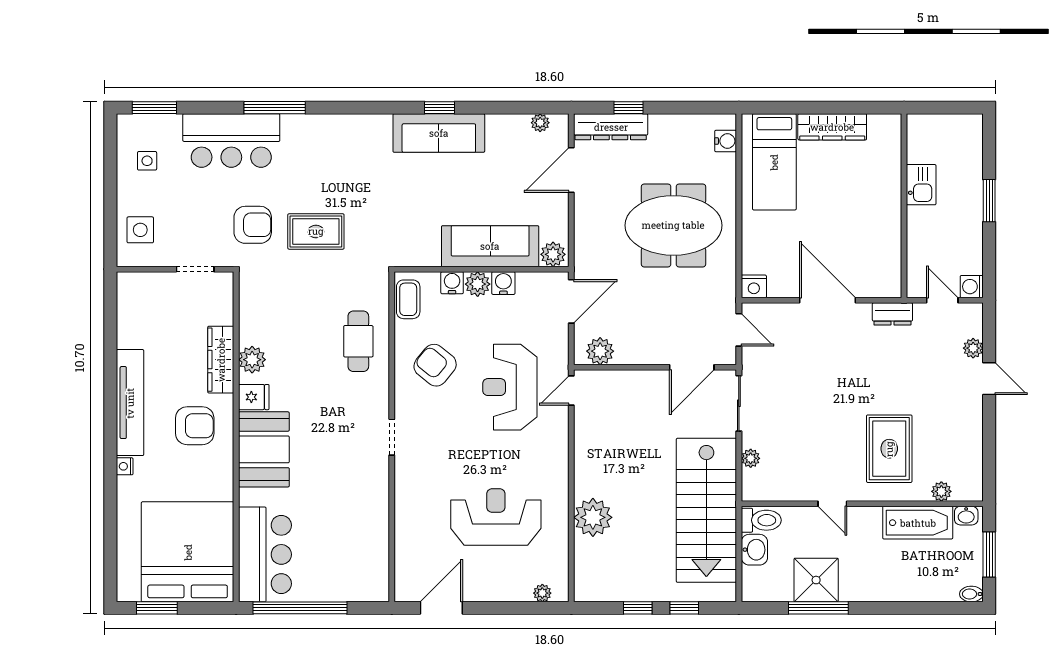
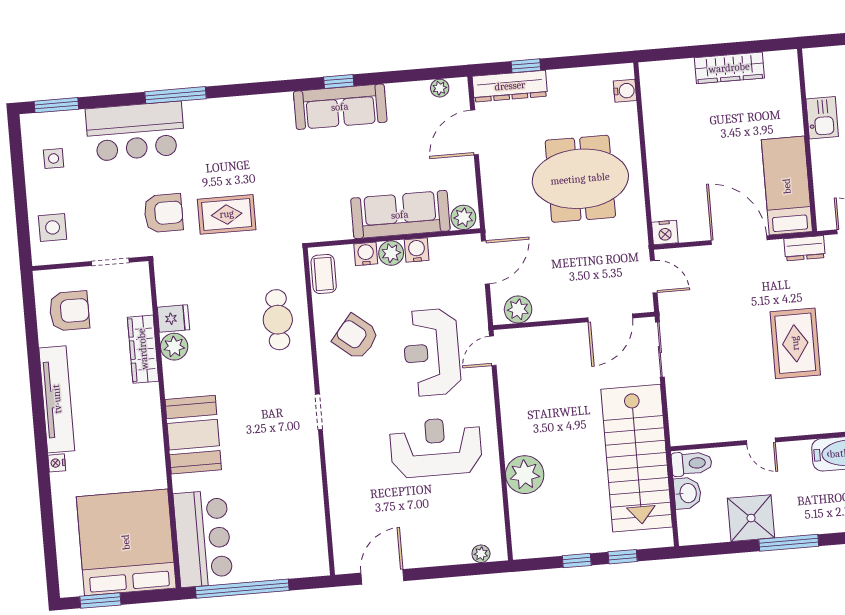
bed: (774, 162) -> (787, 186), moved, turned 180
fridge: (254, 397) -> (173, 319), moved
armchair: (195, 426) -> (69, 311), moved
rug: (889, 449) -> (795, 343), moved
plant: (751, 458) -> (676, 403), removed
reception desk: (496, 517) -> (436, 447), moved
window: (818, 608) -> (789, 543), moved

